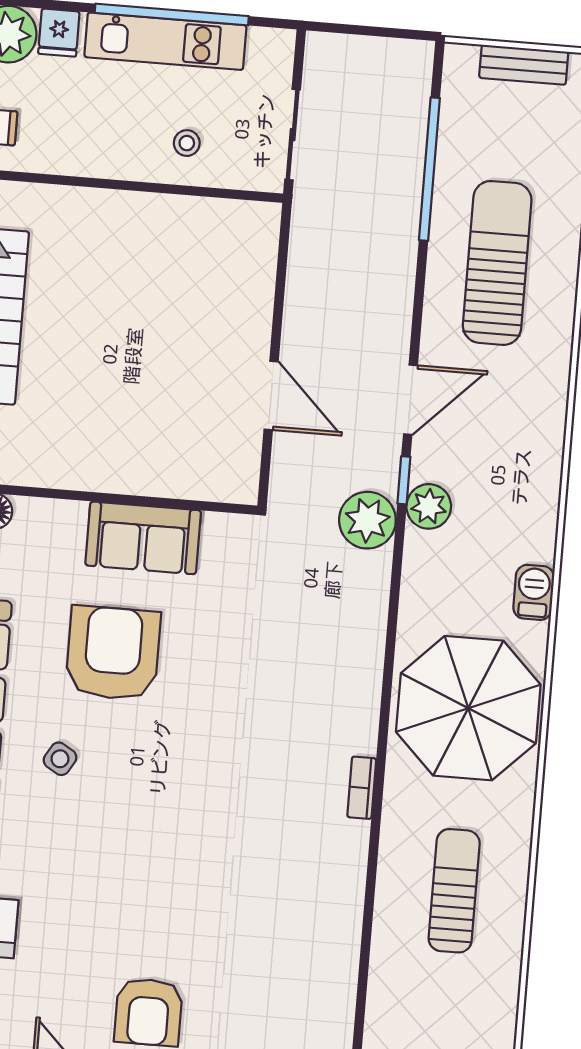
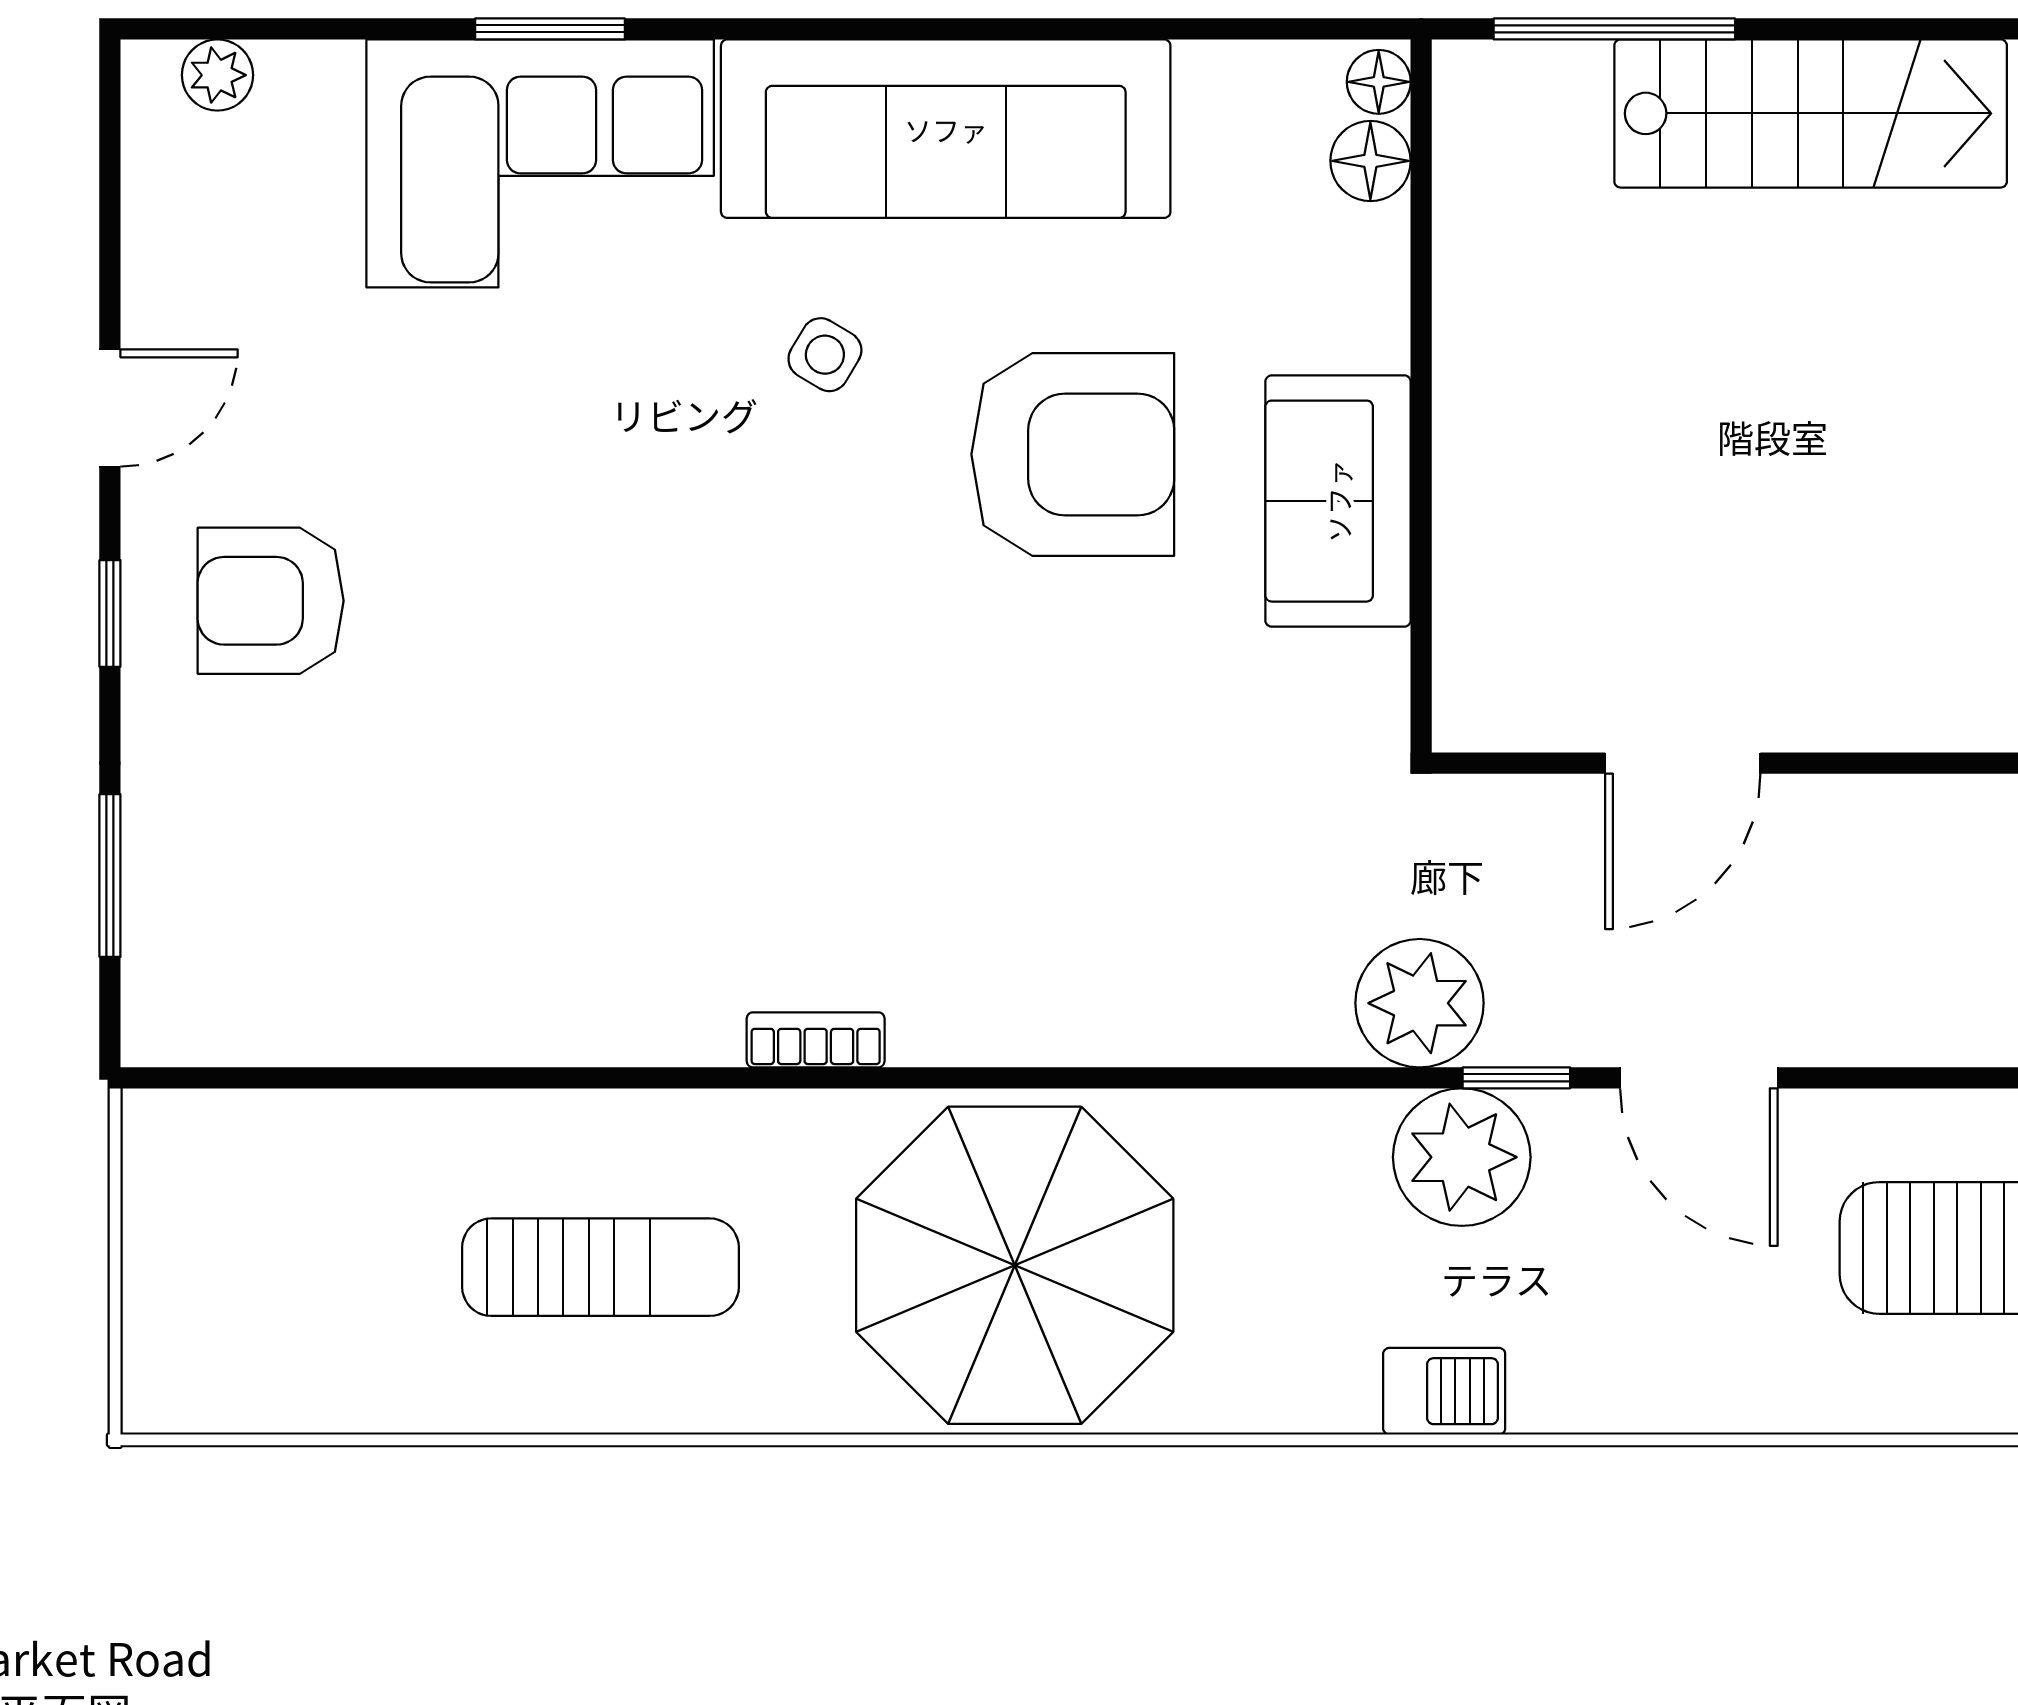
plant: (429, 506) -> (1462, 1157), width x1.36, depth x1.36
barbecue: (534, 592) -> (1444, 1391), moved

